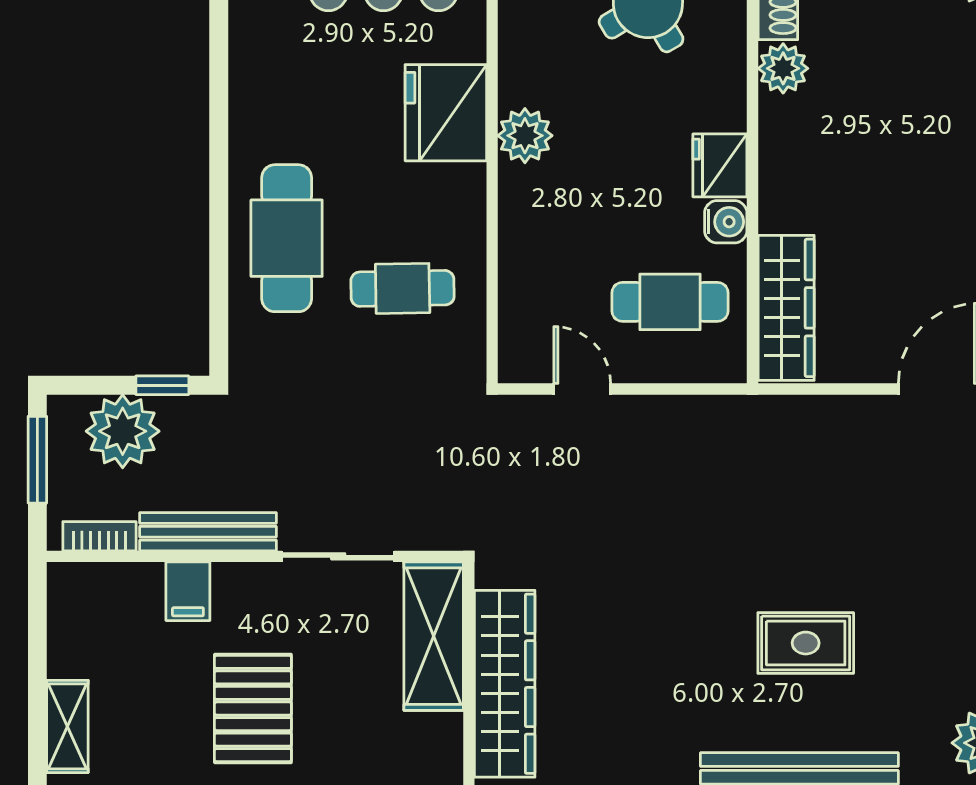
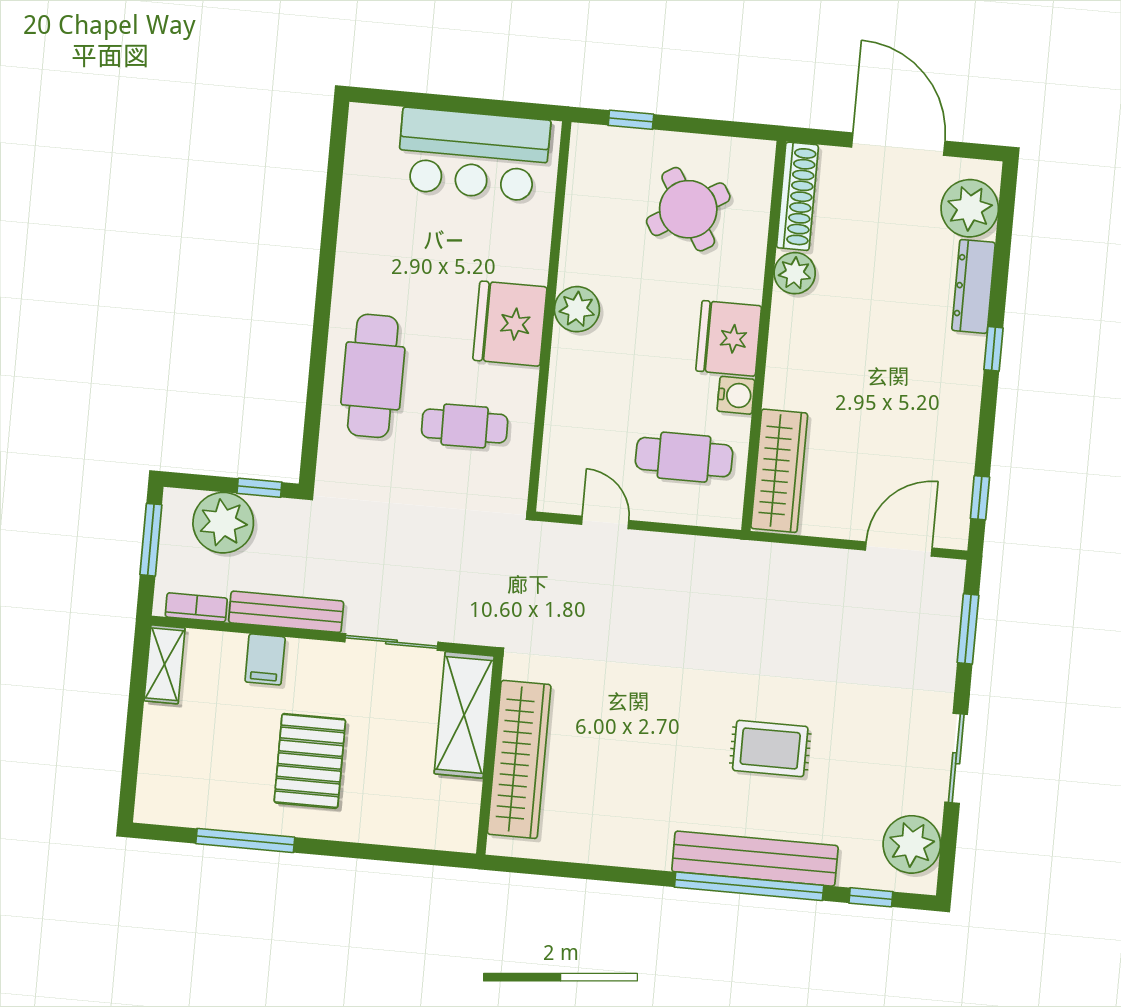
fridge: (446, 113) -> (510, 324), moved
fridge: (720, 165) -> (729, 338), width x1.36, depth x1.34
shelving: (67, 726) -> (164, 664), moved

